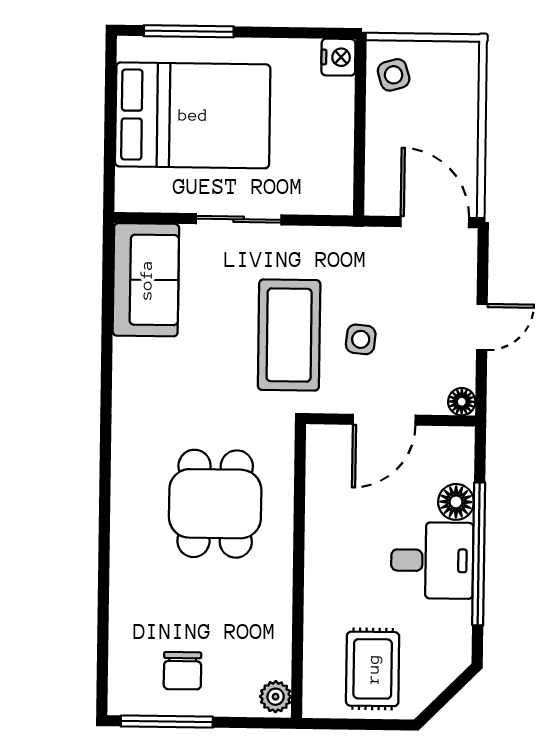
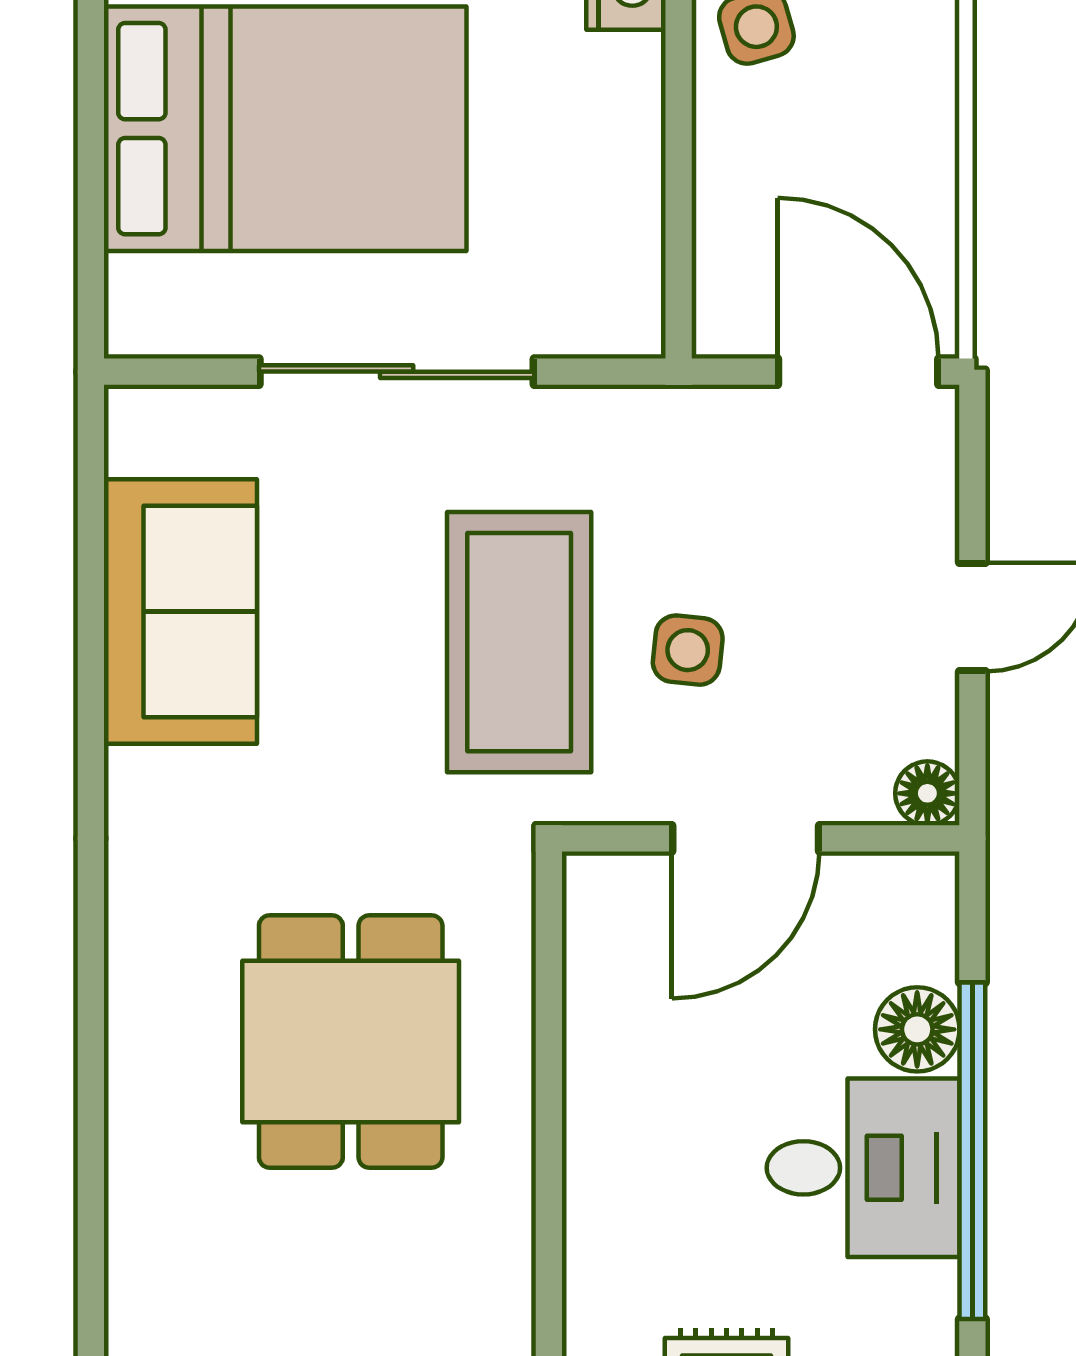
sliding door: (239, 219) -> (397, 372), width x1.37
sofa: (146, 280) -> (180, 612), moved

